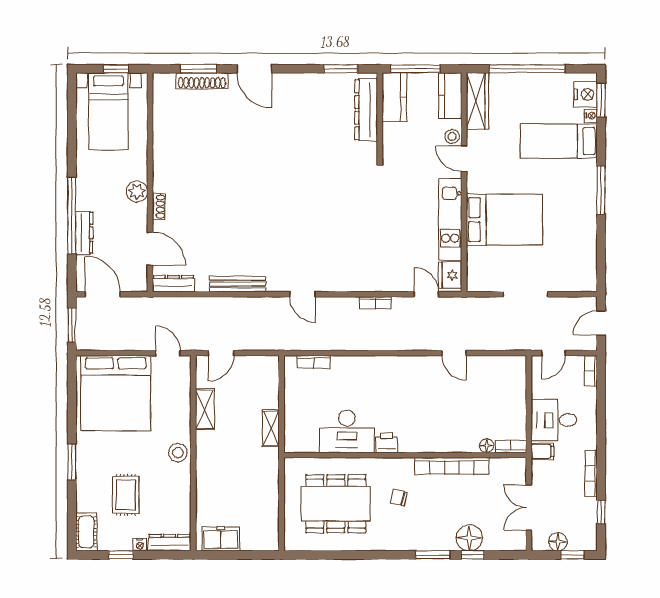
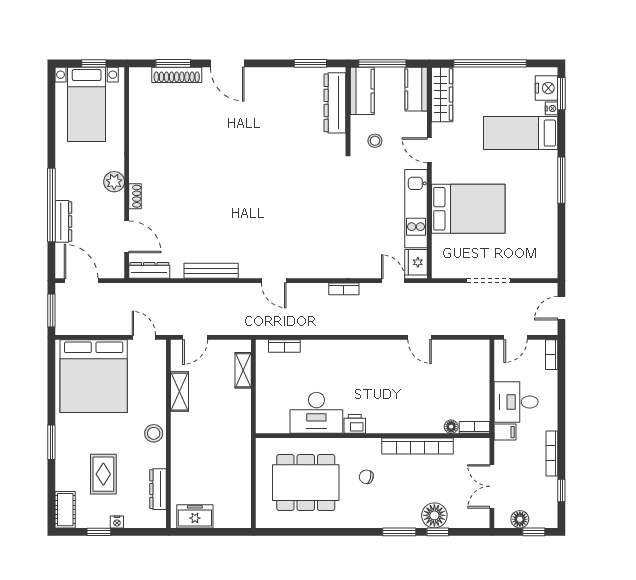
stool: (452, 136) -> (375, 141), moved
shelving: (271, 428) -> (243, 370), moved
dresser: (169, 543) -> (158, 489), moved, turned -90

